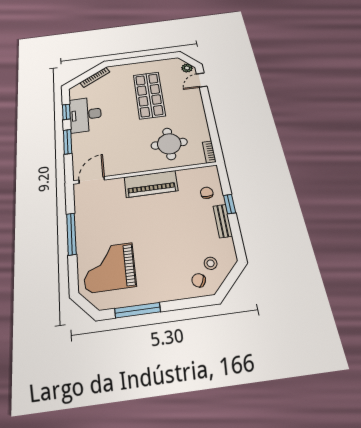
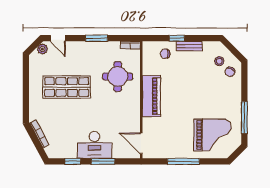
desk: (85, 115) -> (94, 145), moved
window: (210, 117) -> (97, 38), added
grand piano: (109, 268) -> (212, 135), turned -90

